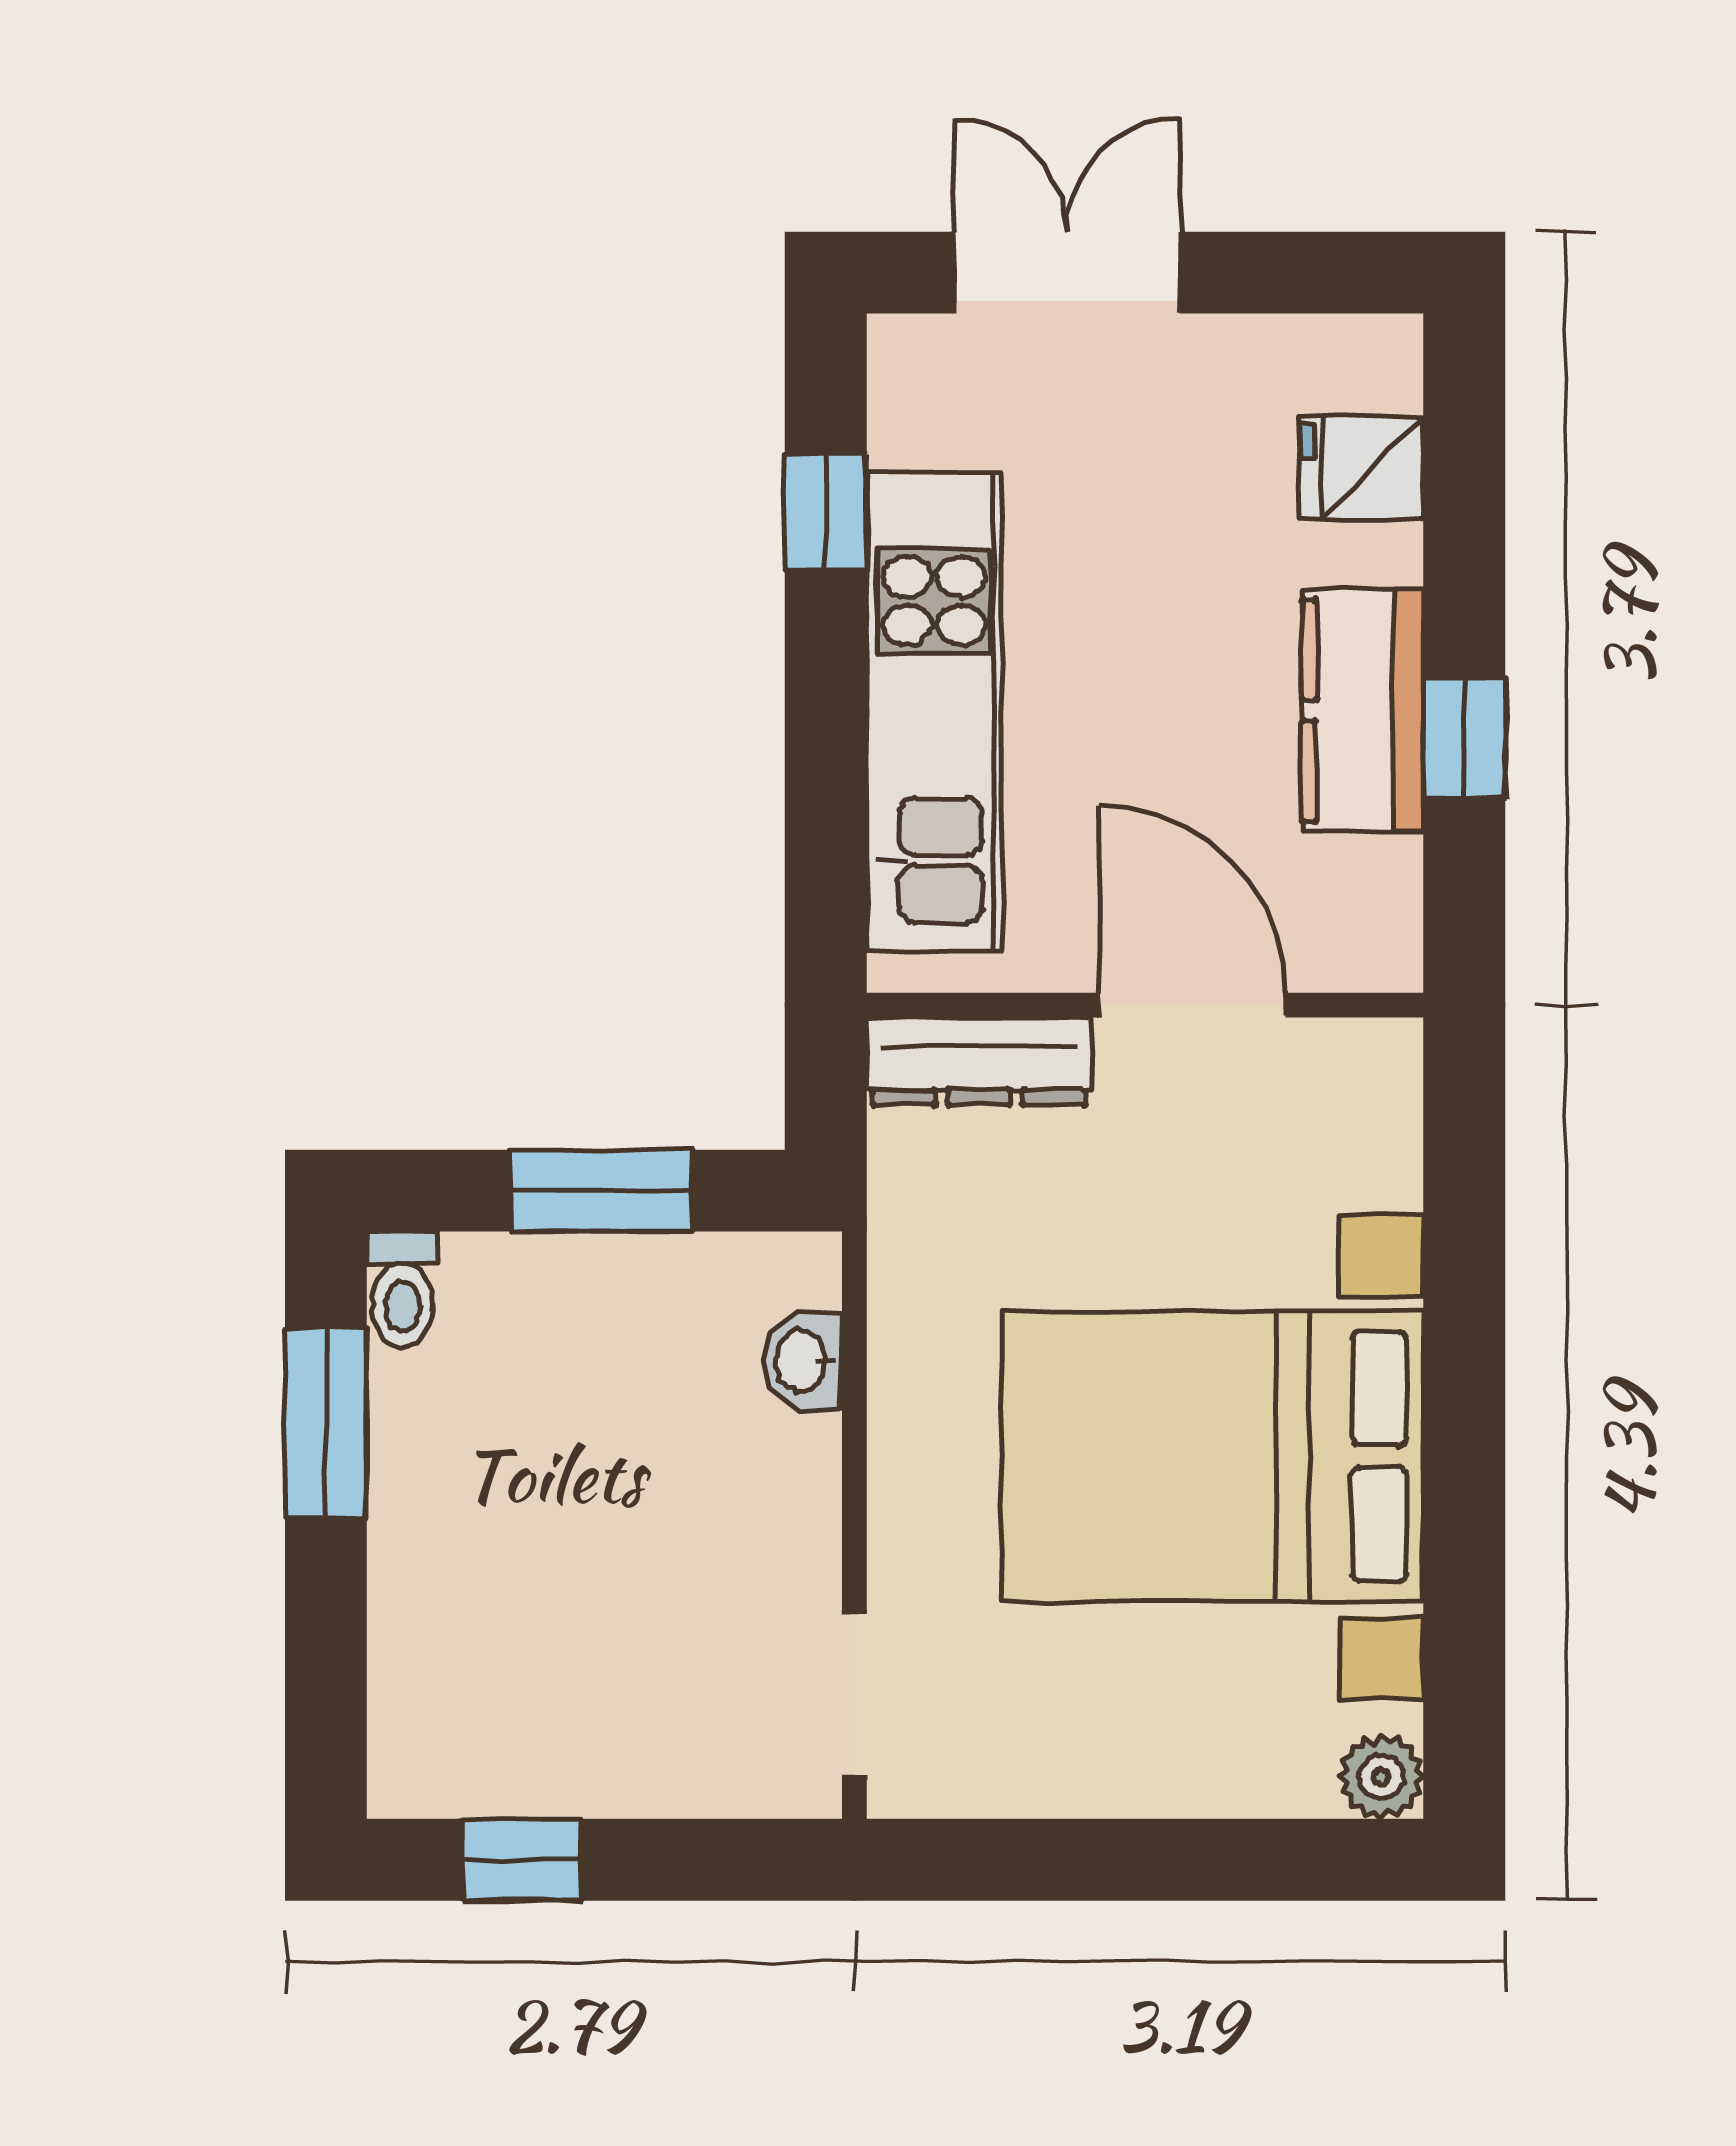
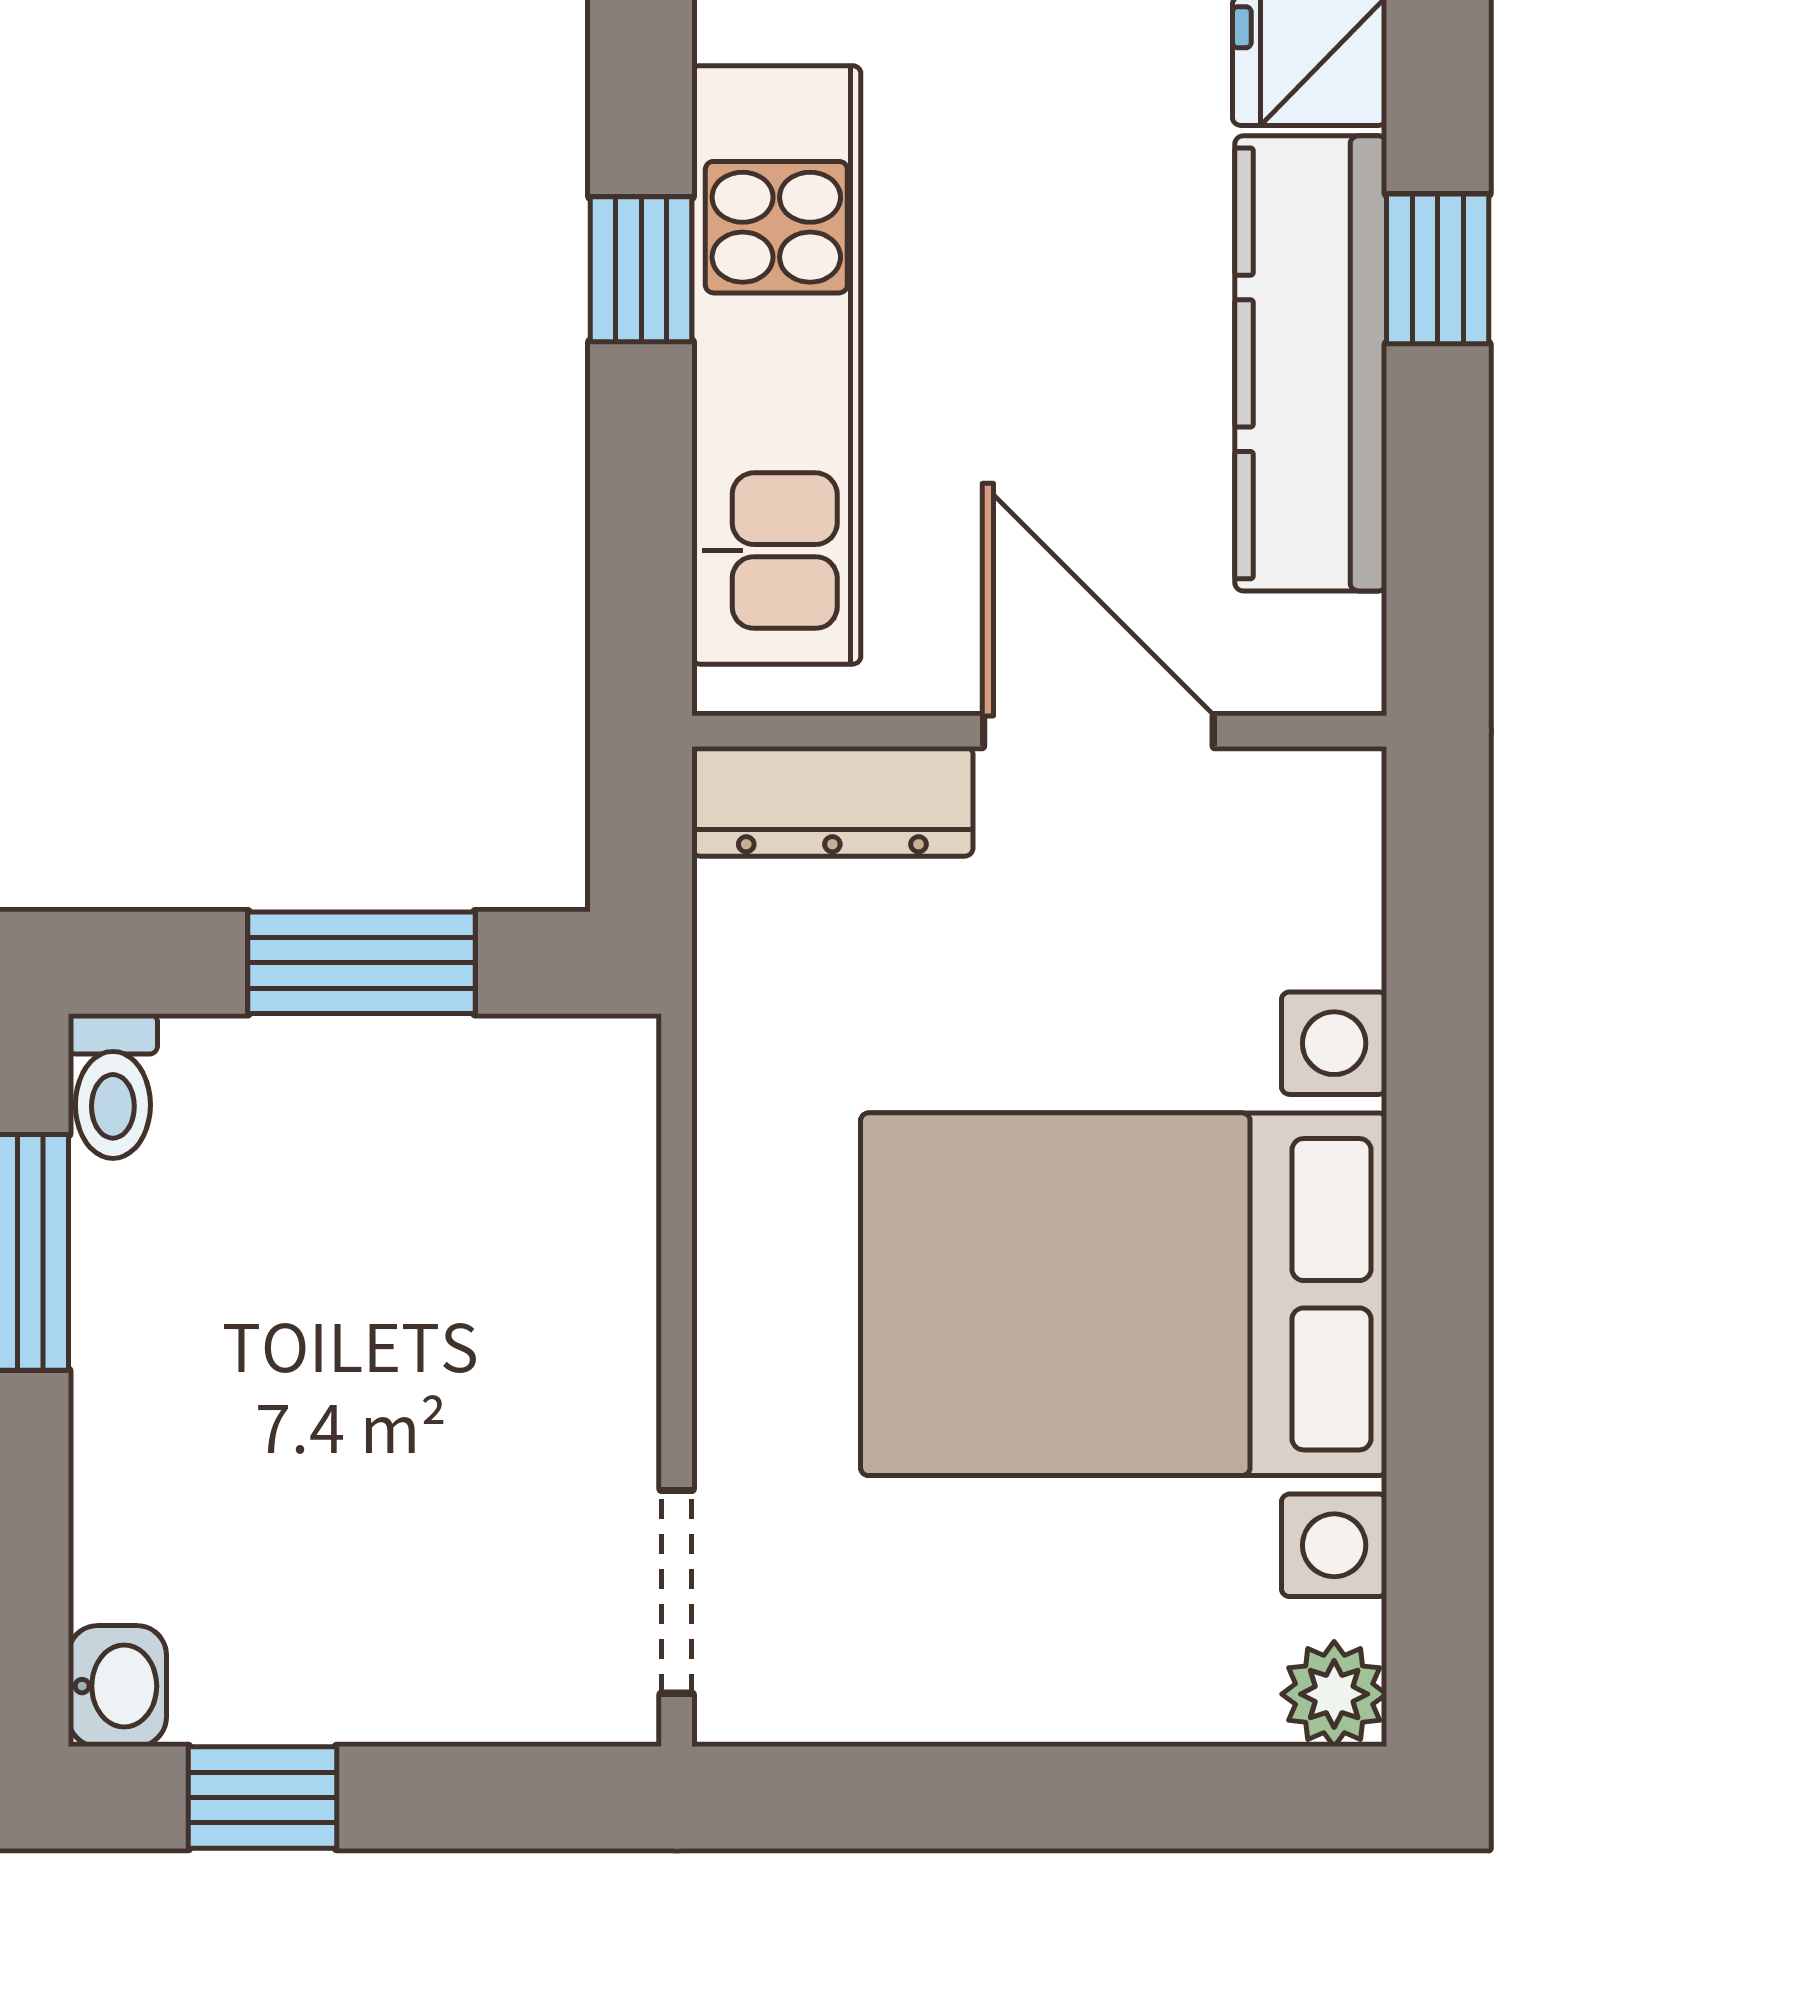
window: (826, 512) -> (641, 269), moved
kitchen counter: (1363, 710) -> (1311, 363), width x1.50
window: (1464, 738) -> (1438, 269), moved
washbasin: (803, 1361) -> (117, 1686), moved, turned 180

